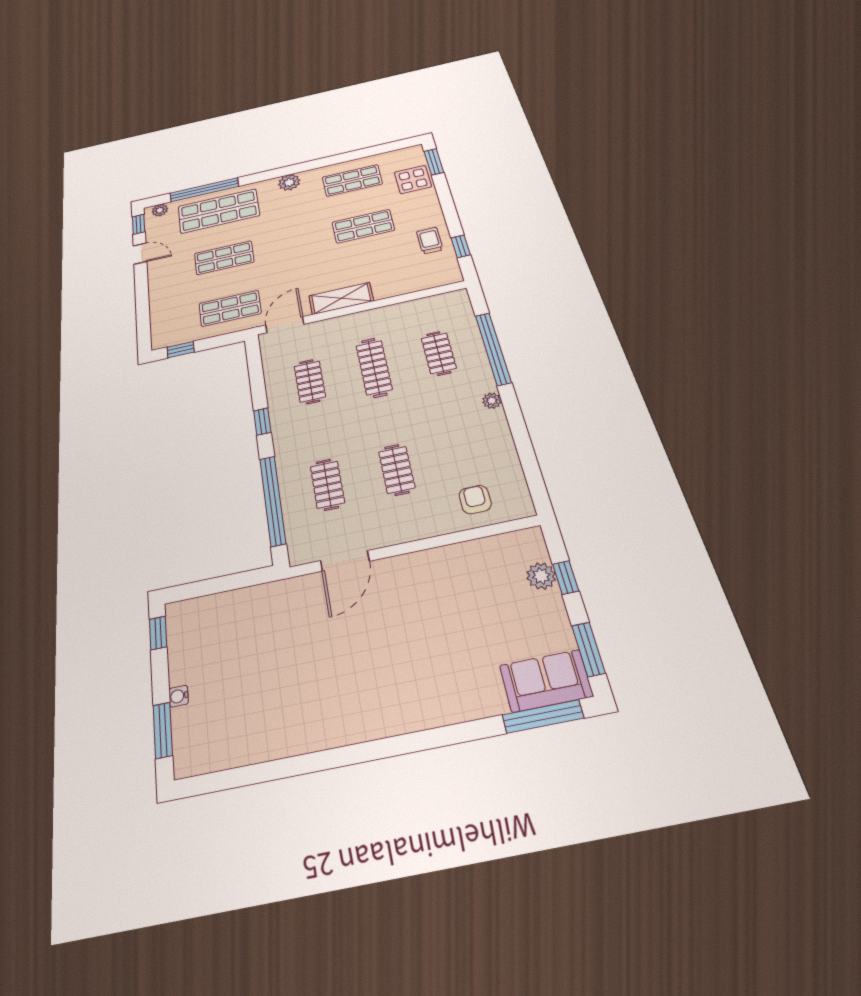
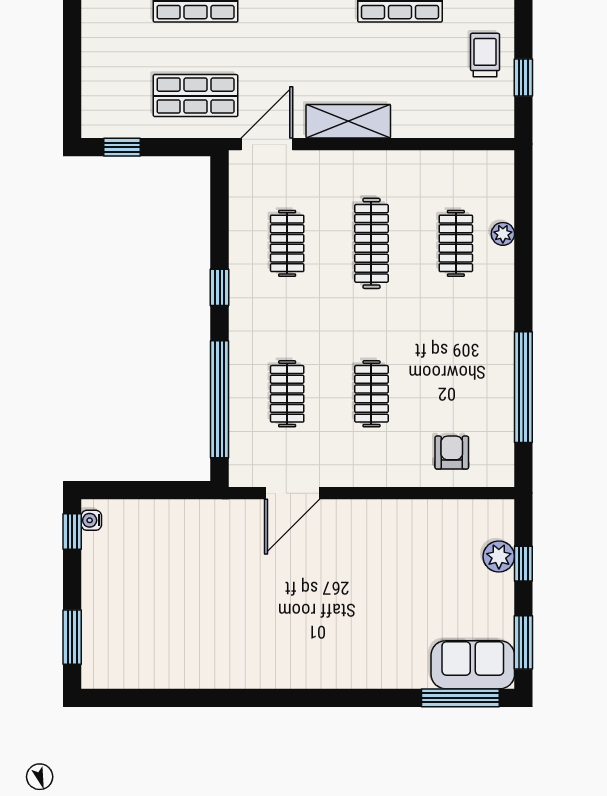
window: (493, 349) -> (523, 387), moved
plant: (492, 401) -> (503, 234), moved
water cooler: (179, 696) -> (91, 520), moved

